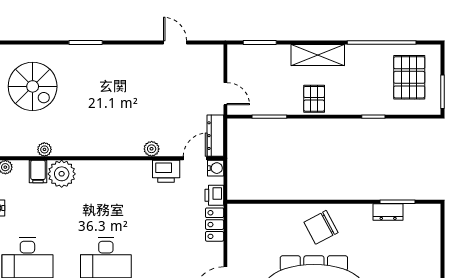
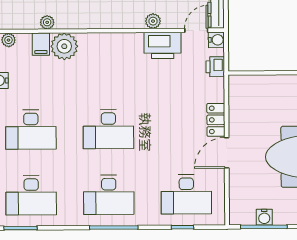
printer: (166, 171) -> (163, 45), width x1.37, depth x1.19
locker: (215, 225) -> (216, 120), moved

